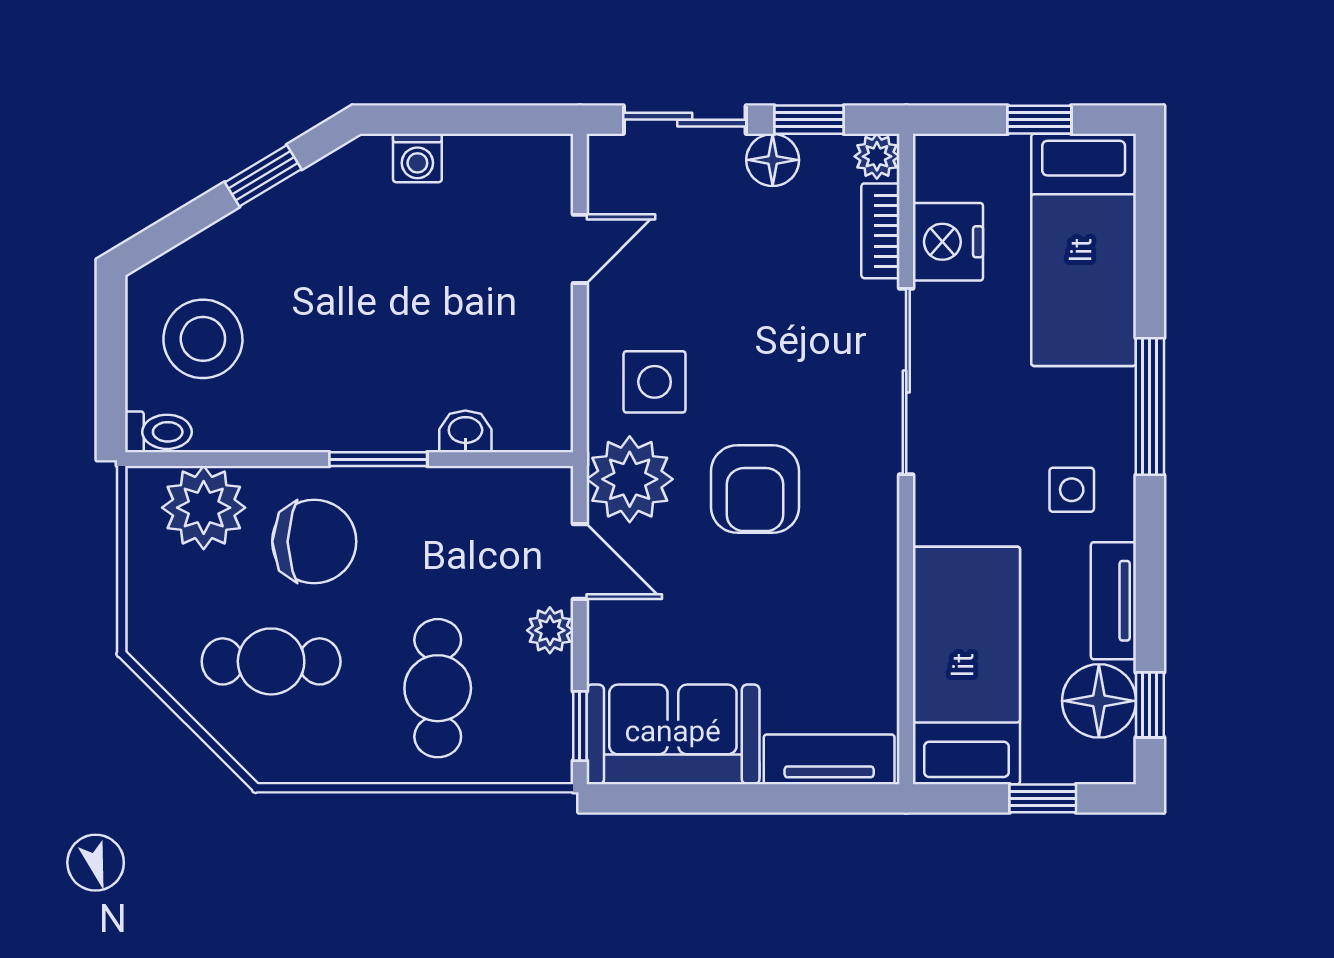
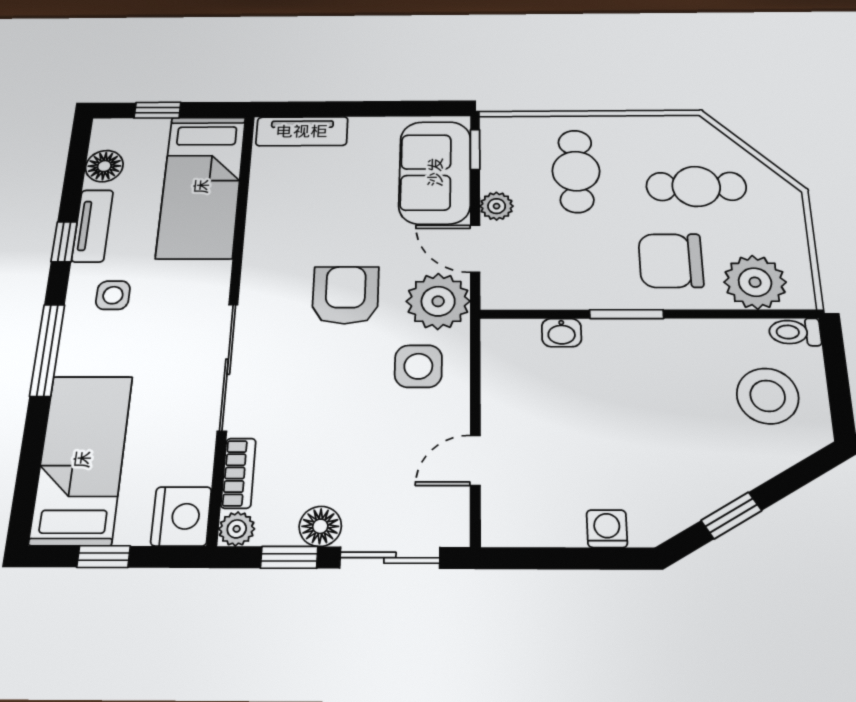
nightstand: (948, 242) -> (181, 516), moved
floor lamp: (1099, 701) -> (104, 166), width x0.73, depth x0.73
window: (1150, 705) -> (64, 242), moved
sofa: (673, 734) -> (435, 172), moved, turned 90

